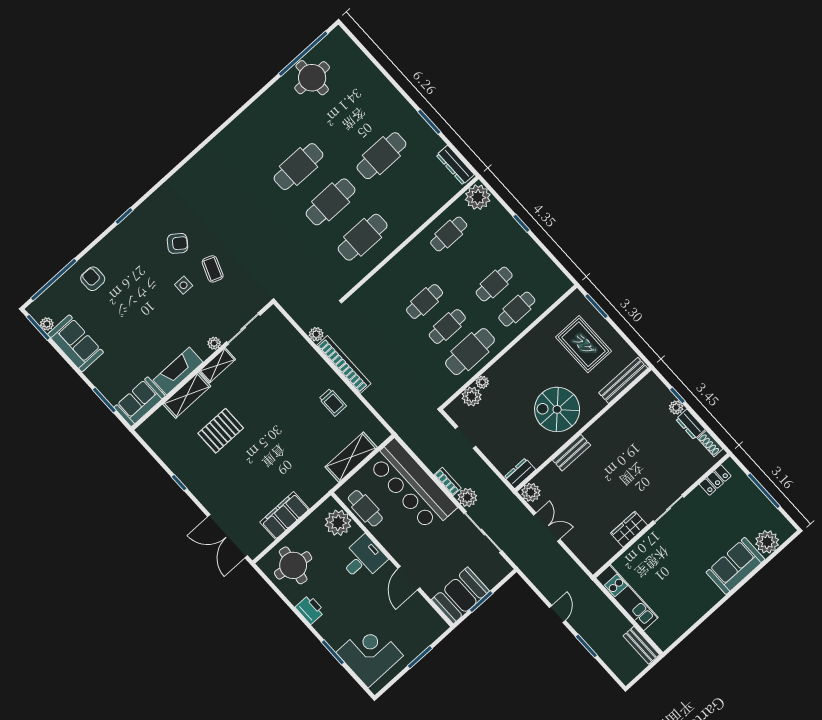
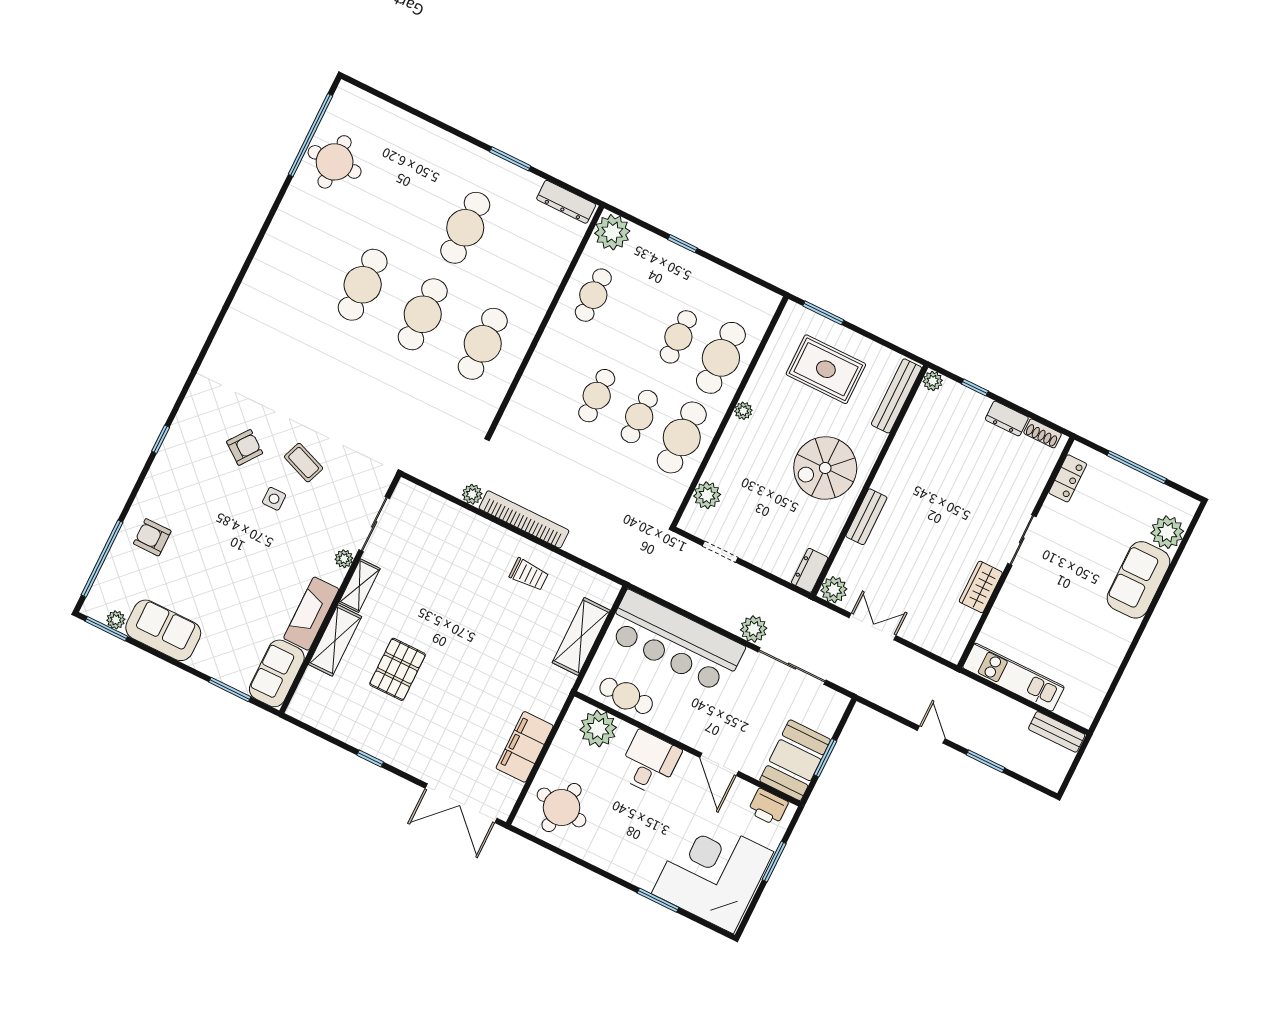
cafe table: (517, 309) -> (721, 358), width x1.37, depth x1.35
plant: (482, 382) -> (743, 411), moved
plant: (676, 407) -> (933, 381), moved
bookcase: (448, 481) -> (720, 618), removed
printer: (310, 609) -> (768, 807), moved, turned 180
corner desk: (370, 654) -> (712, 873), width x1.36, depth x1.36

